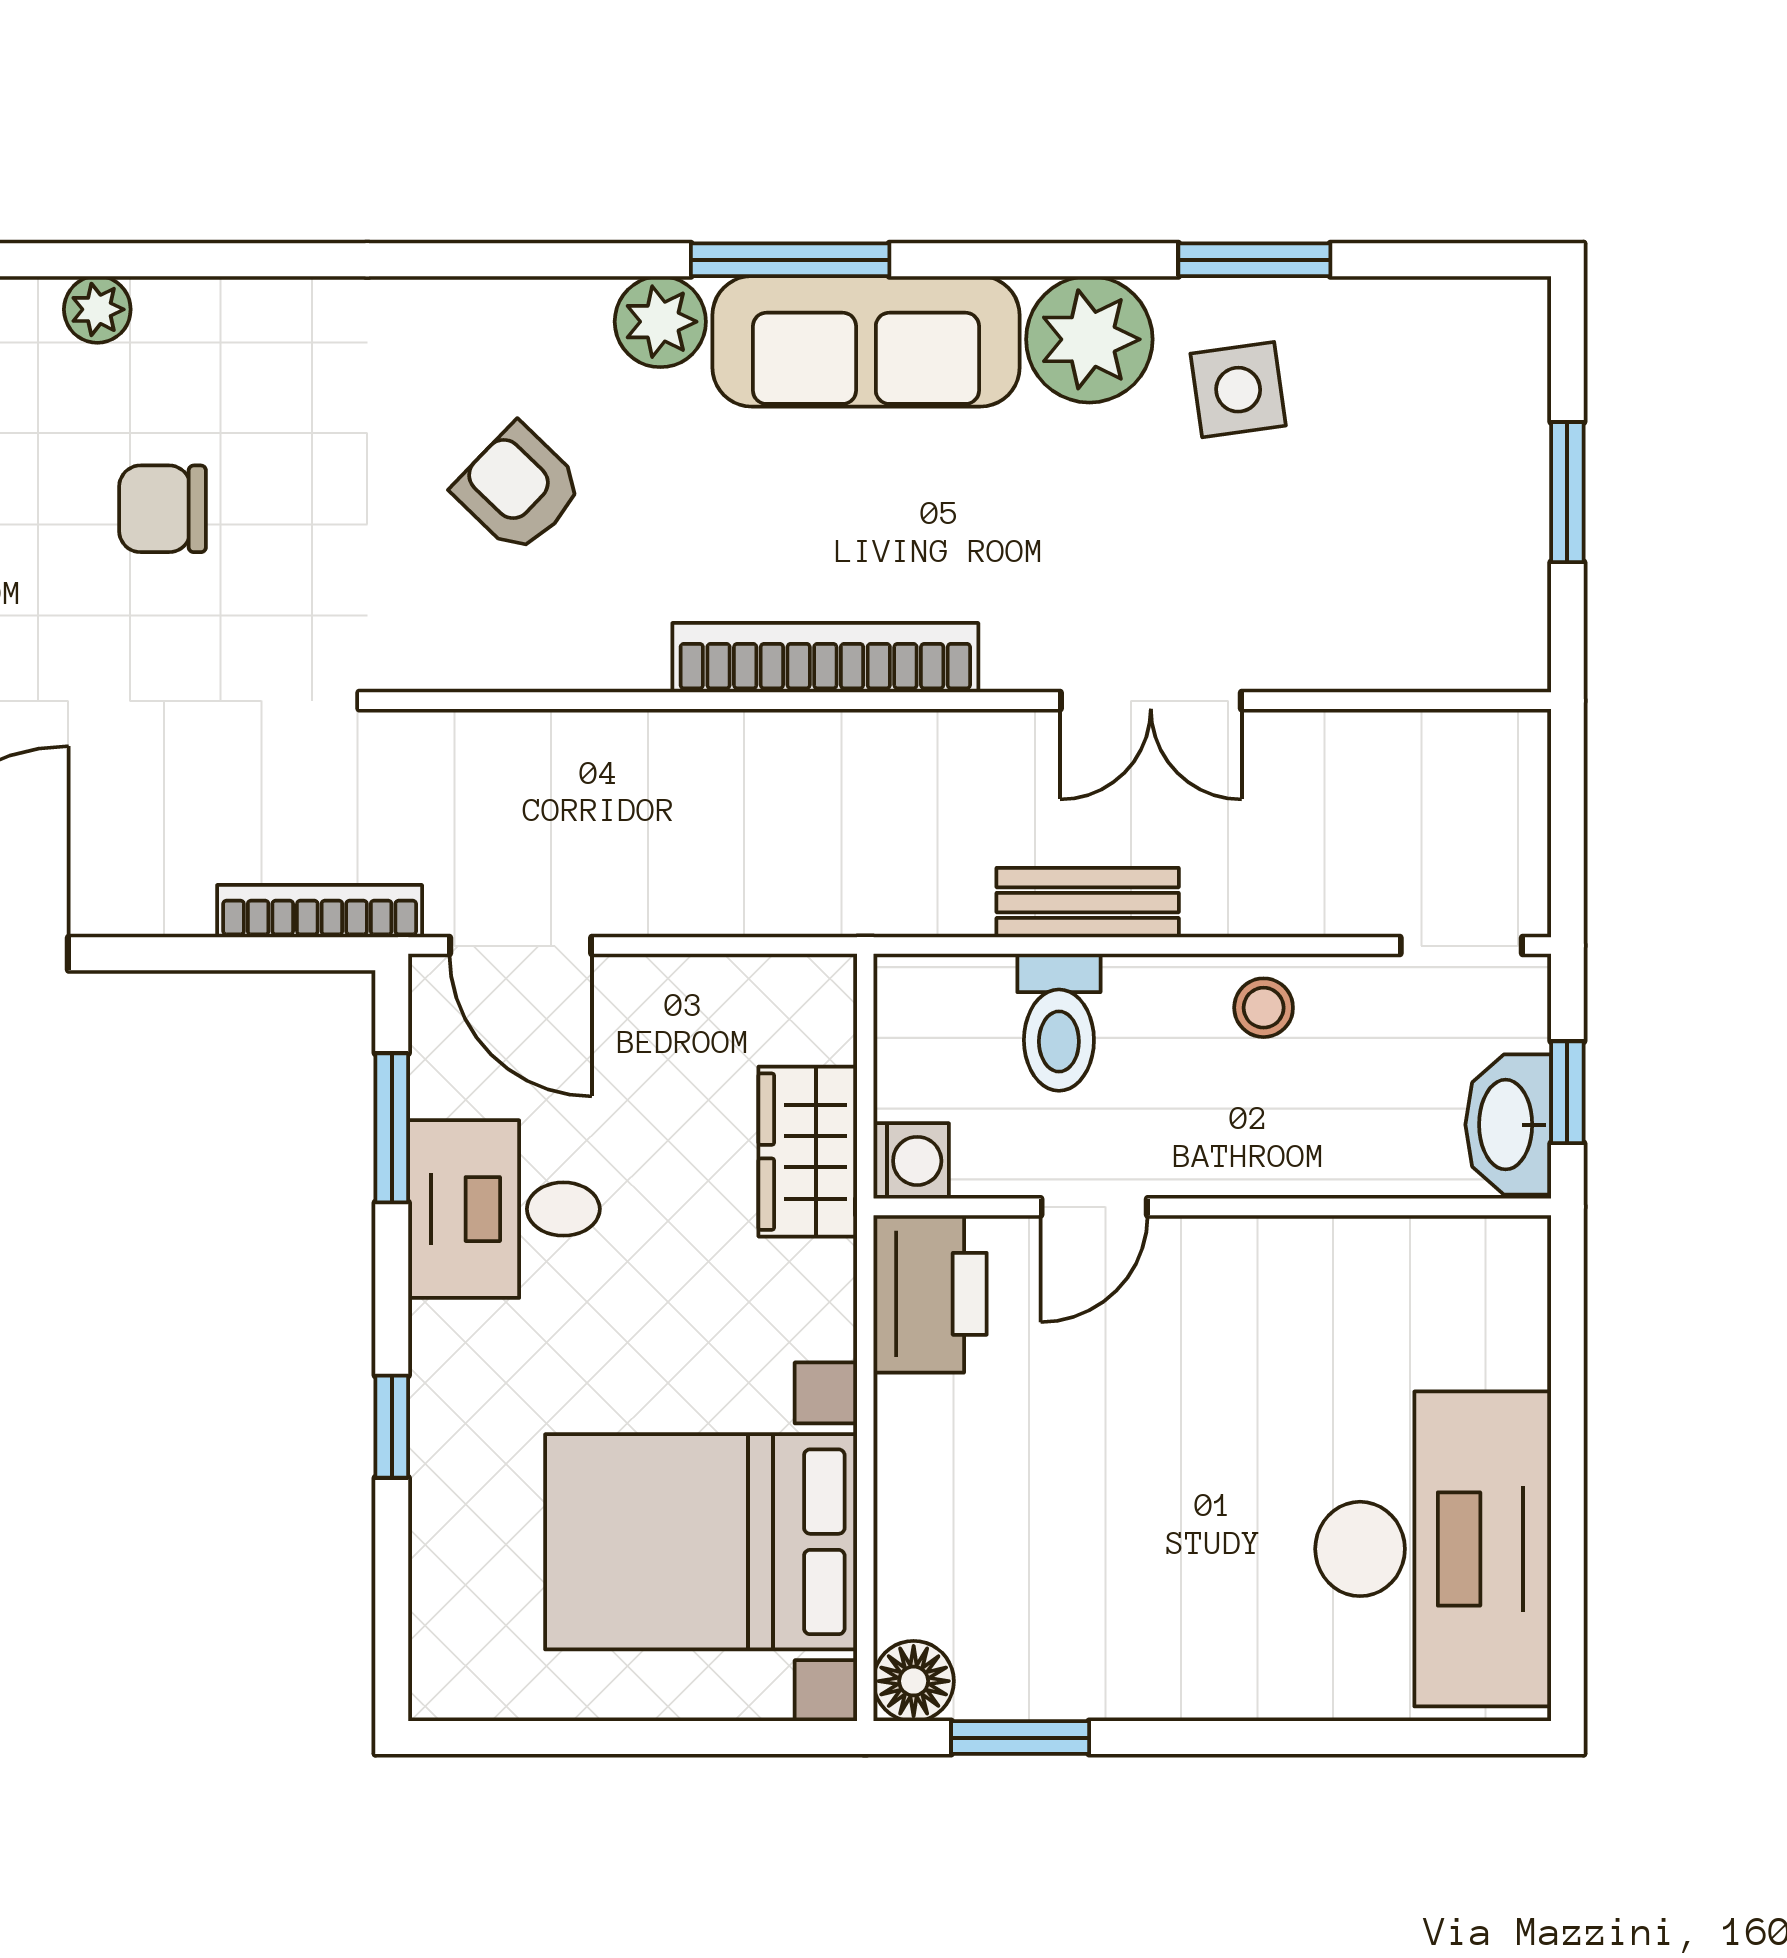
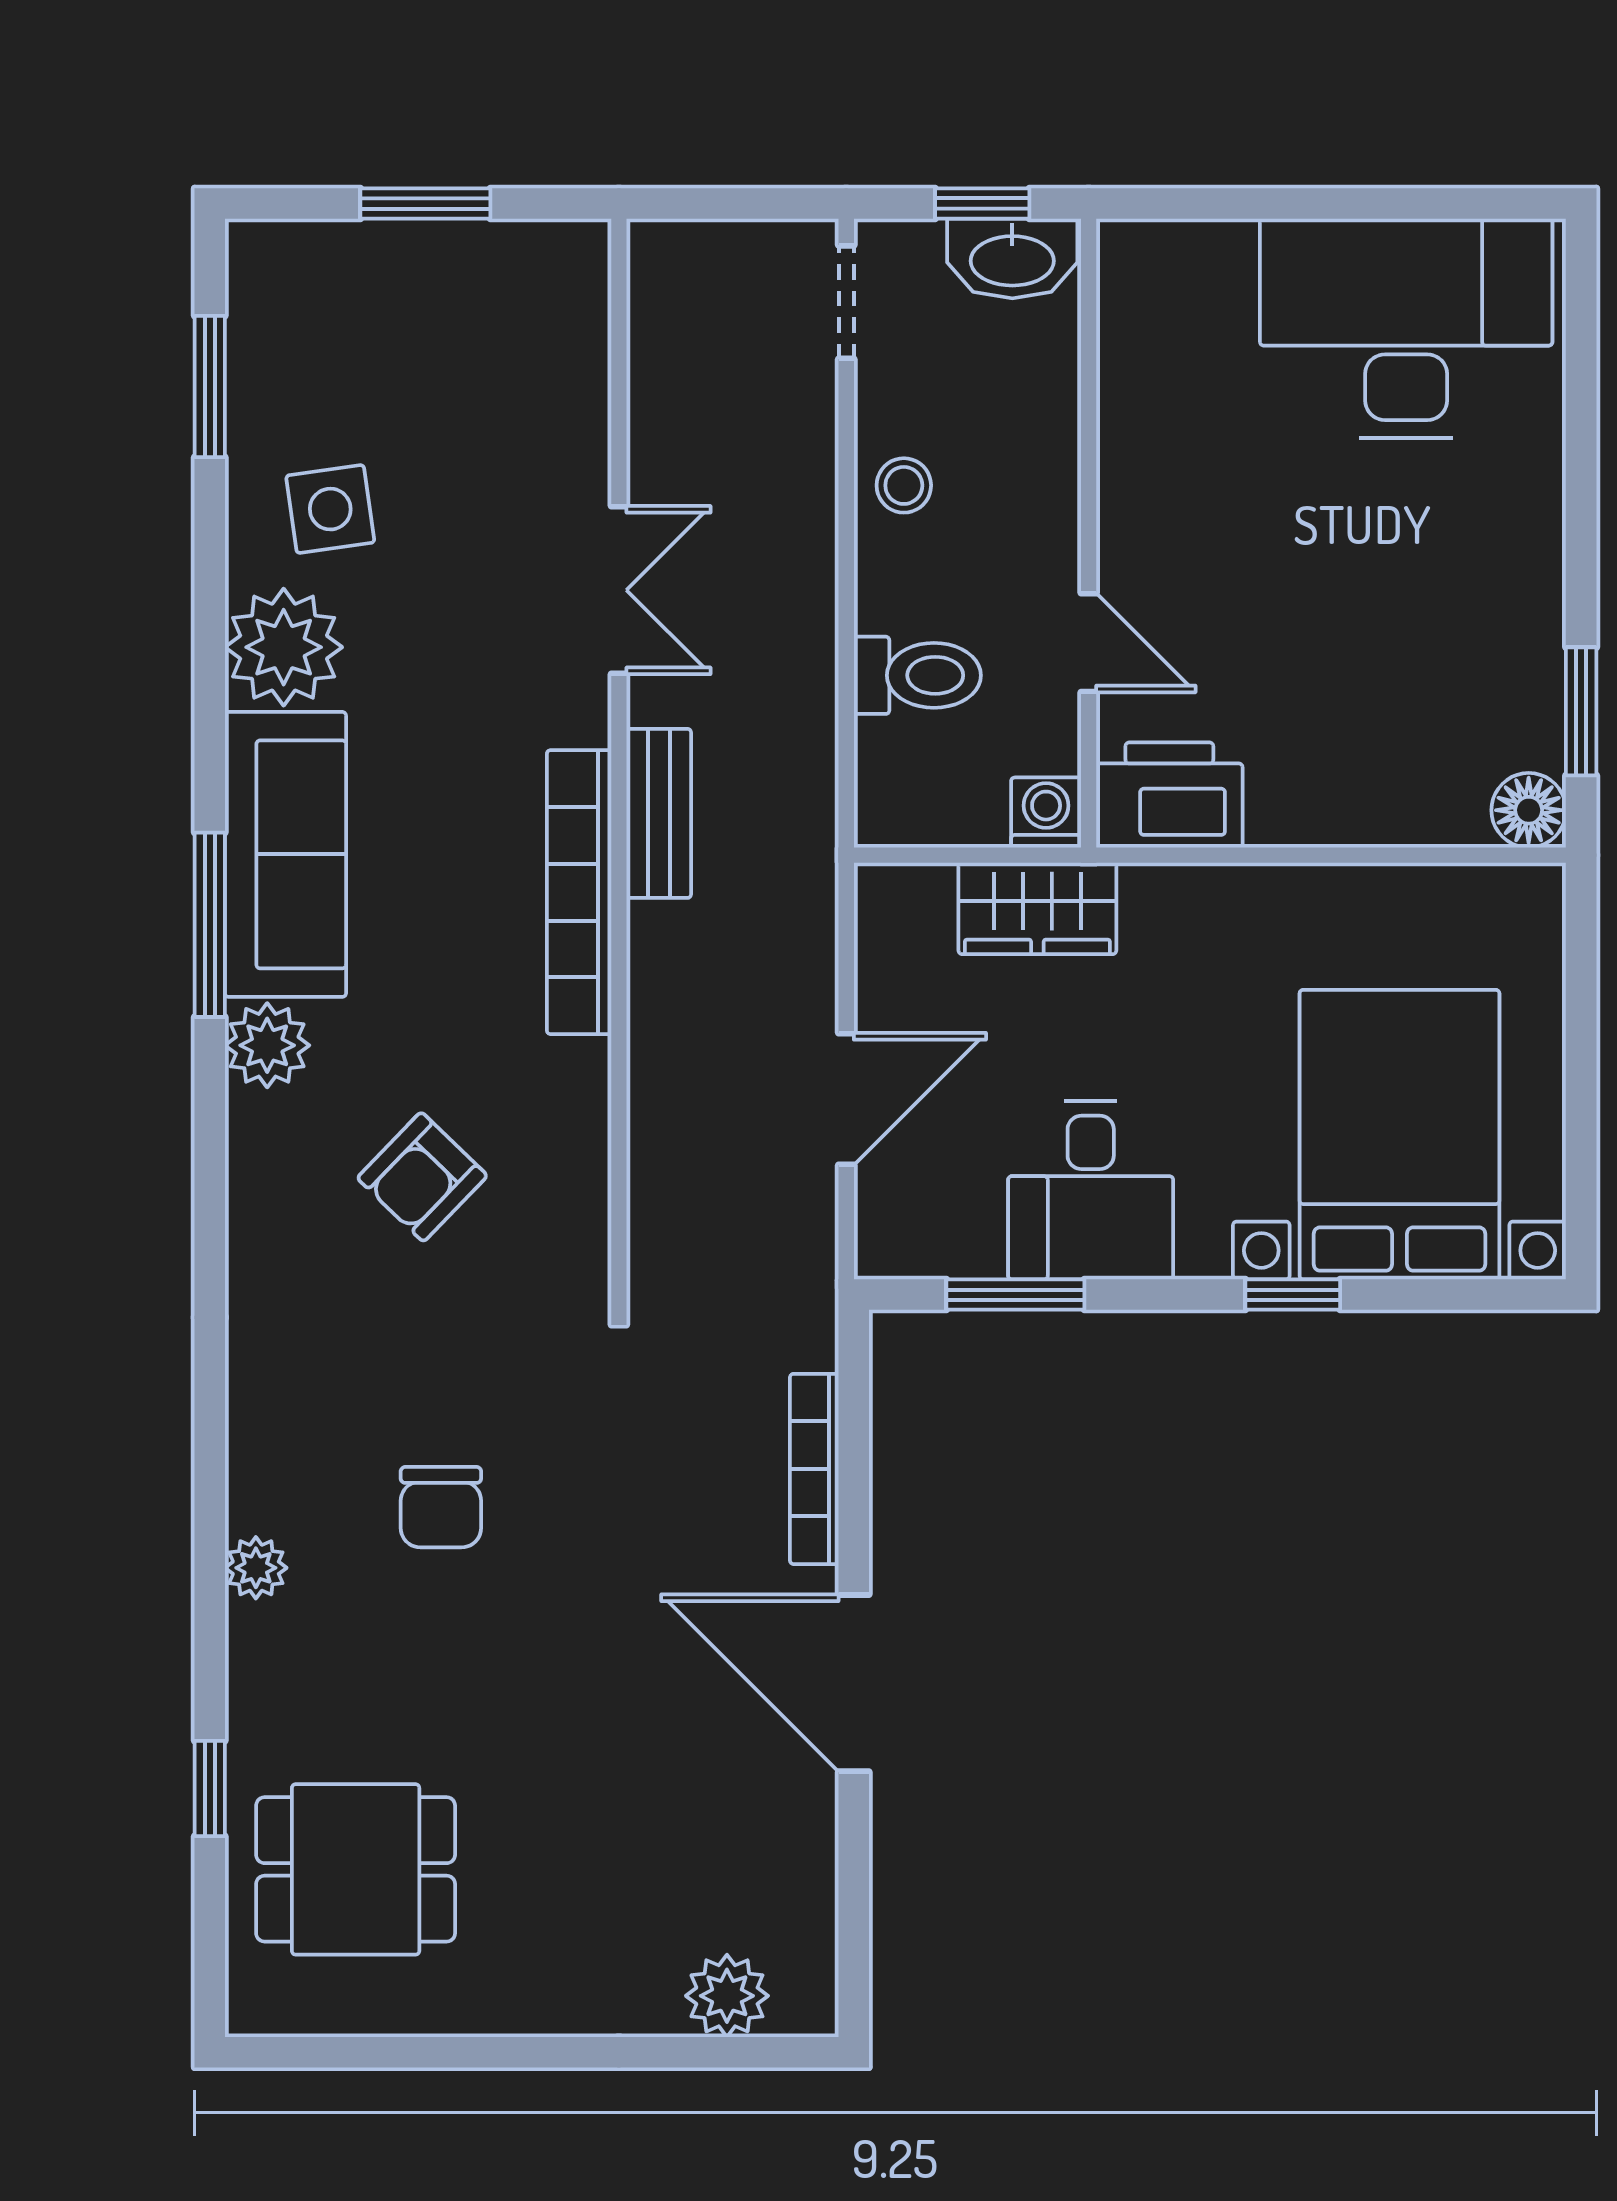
window: (1254, 260) -> (210, 386), moved
bench: (1088, 903) -> (659, 813), moved
bookcase: (320, 911) -> (814, 1469), moved
door: (521, 946) -> (846, 1099), moved
bed with nightstands: (701, 1542) -> (1399, 1135), moved, turned 180

